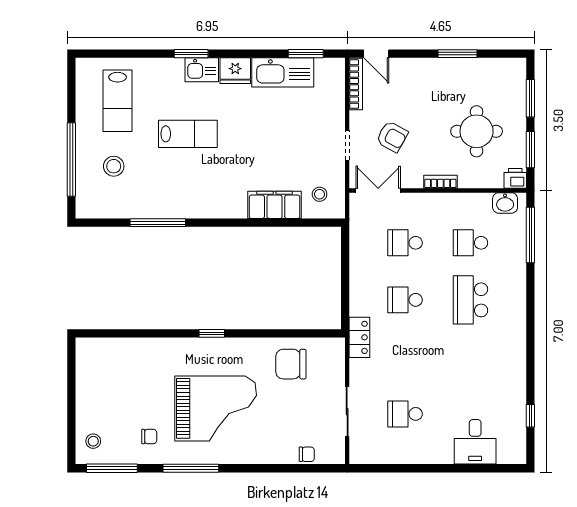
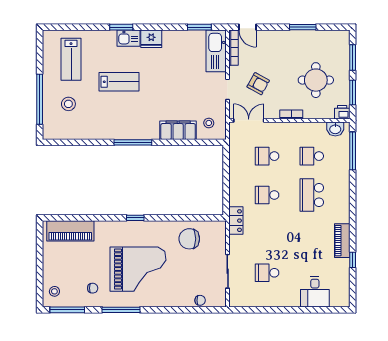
kitchen sink: (283, 72) -> (216, 51), moved, turned 90
window: (158, 223) -> (133, 142), moved
piano: (116, 352) -> (70, 231), added
piano: (515, 367) -> (342, 241), added
window: (530, 416) -> (353, 260), moved

